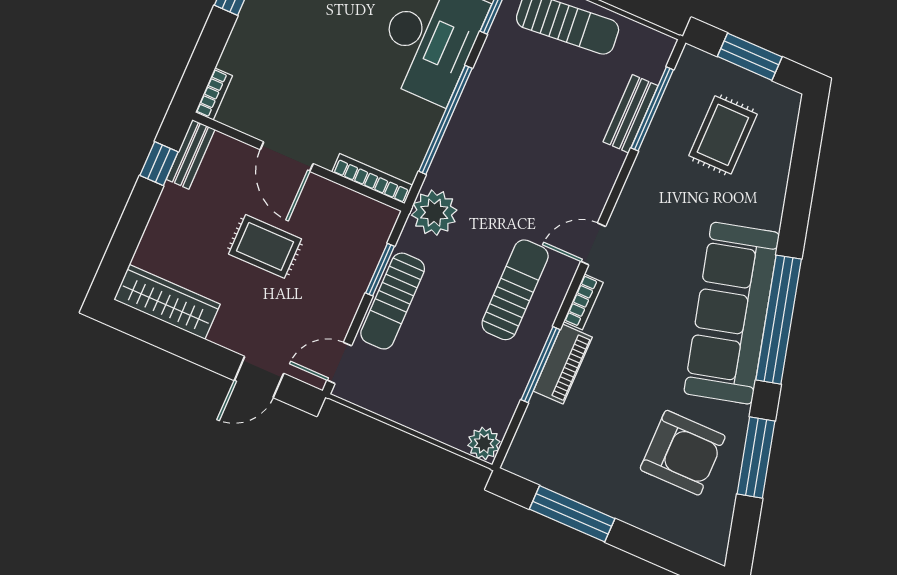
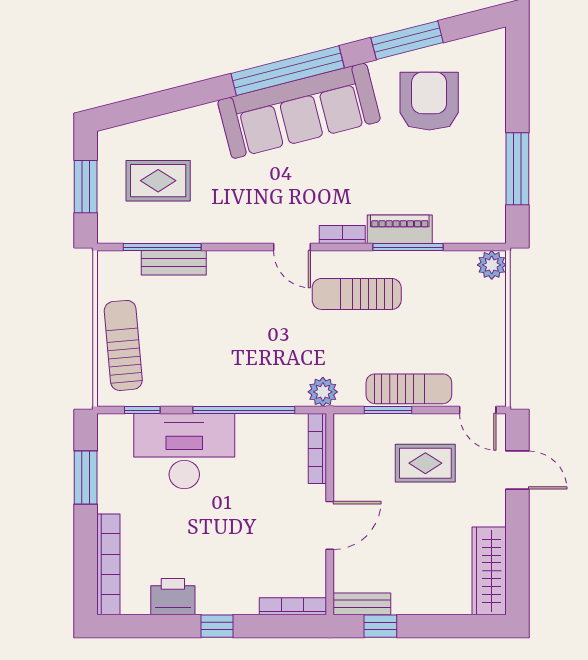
bookcase: (214, 94) -> (293, 606), width x1.56
plant: (434, 213) -> (323, 392), width x0.73, depth x0.73
rug: (265, 246) -> (425, 463), moved, turned 90

